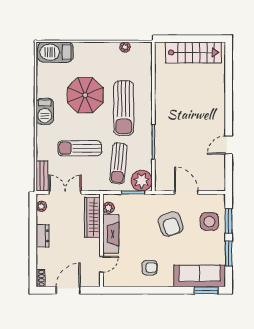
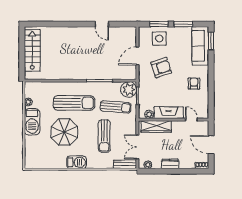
barbecue: (55, 52) -> (32, 122), moved

